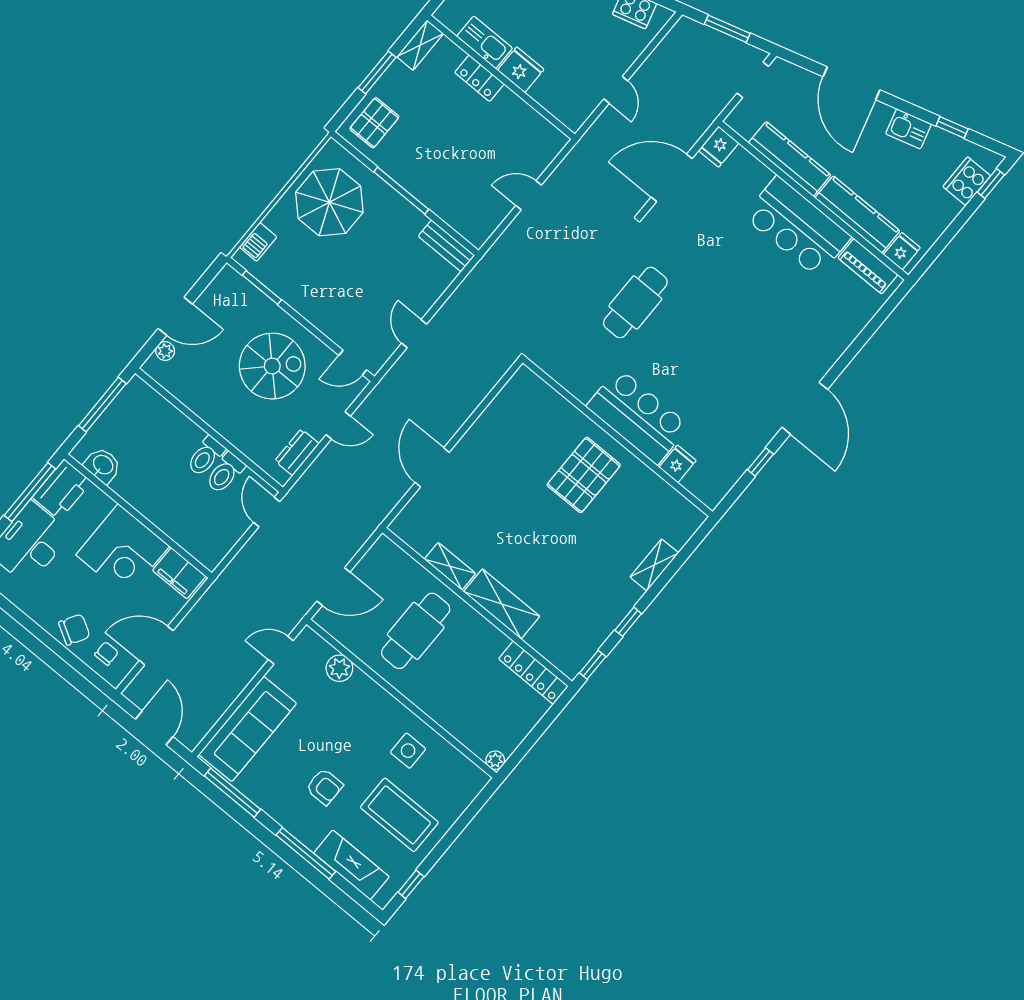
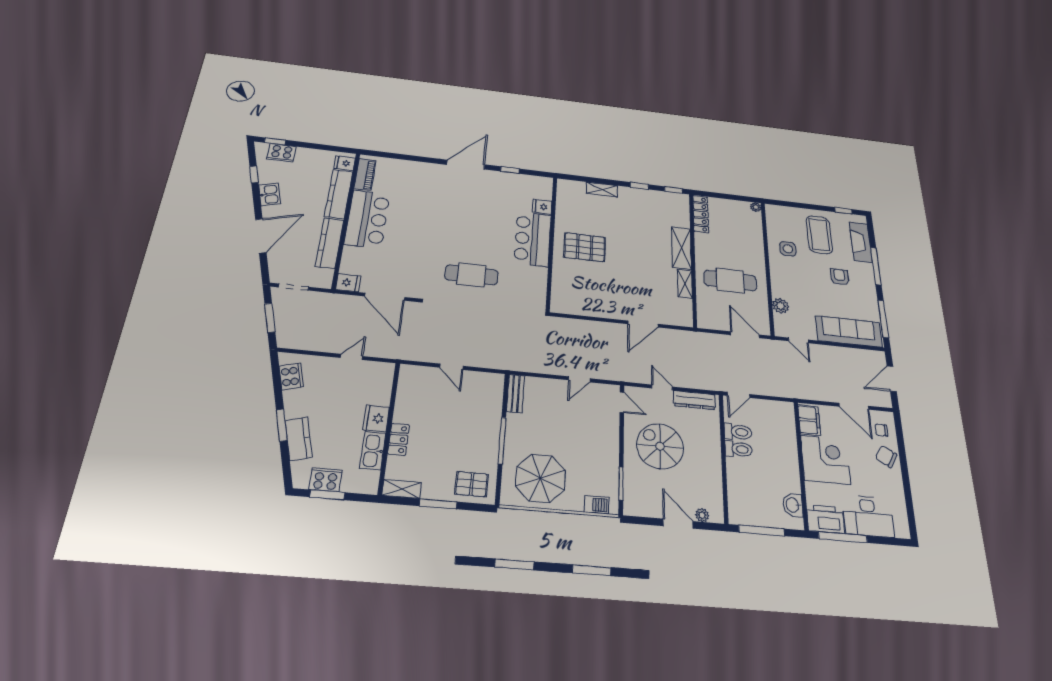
dresser: (297, 452) -> (694, 400), width x1.44

